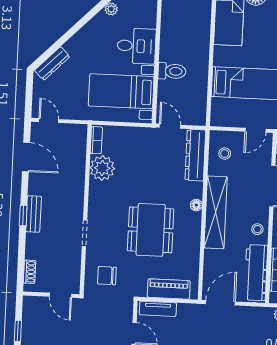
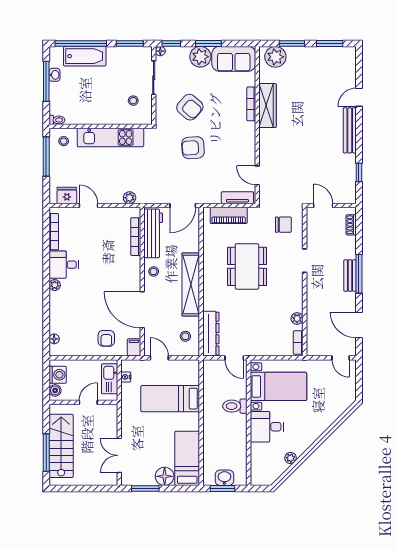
dresser: (52, 63) -> (340, 408), removed
door: (256, 130) -> (159, 358), hinge flipped
plant: (102, 168) -> (297, 318), width x0.53, depth x0.53
floor lamp: (196, 205) -> (208, 290), removed
window: (23, 215) -> (359, 274), width x2.17

